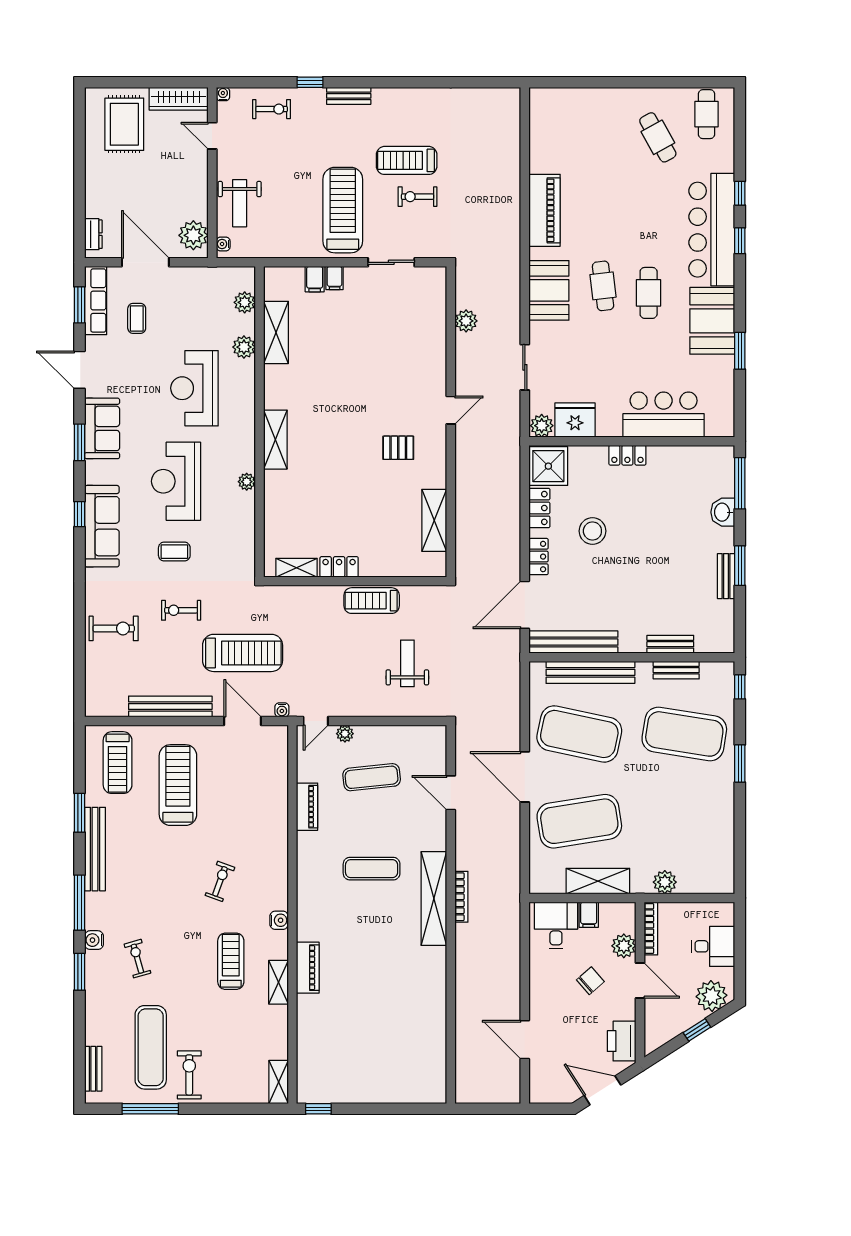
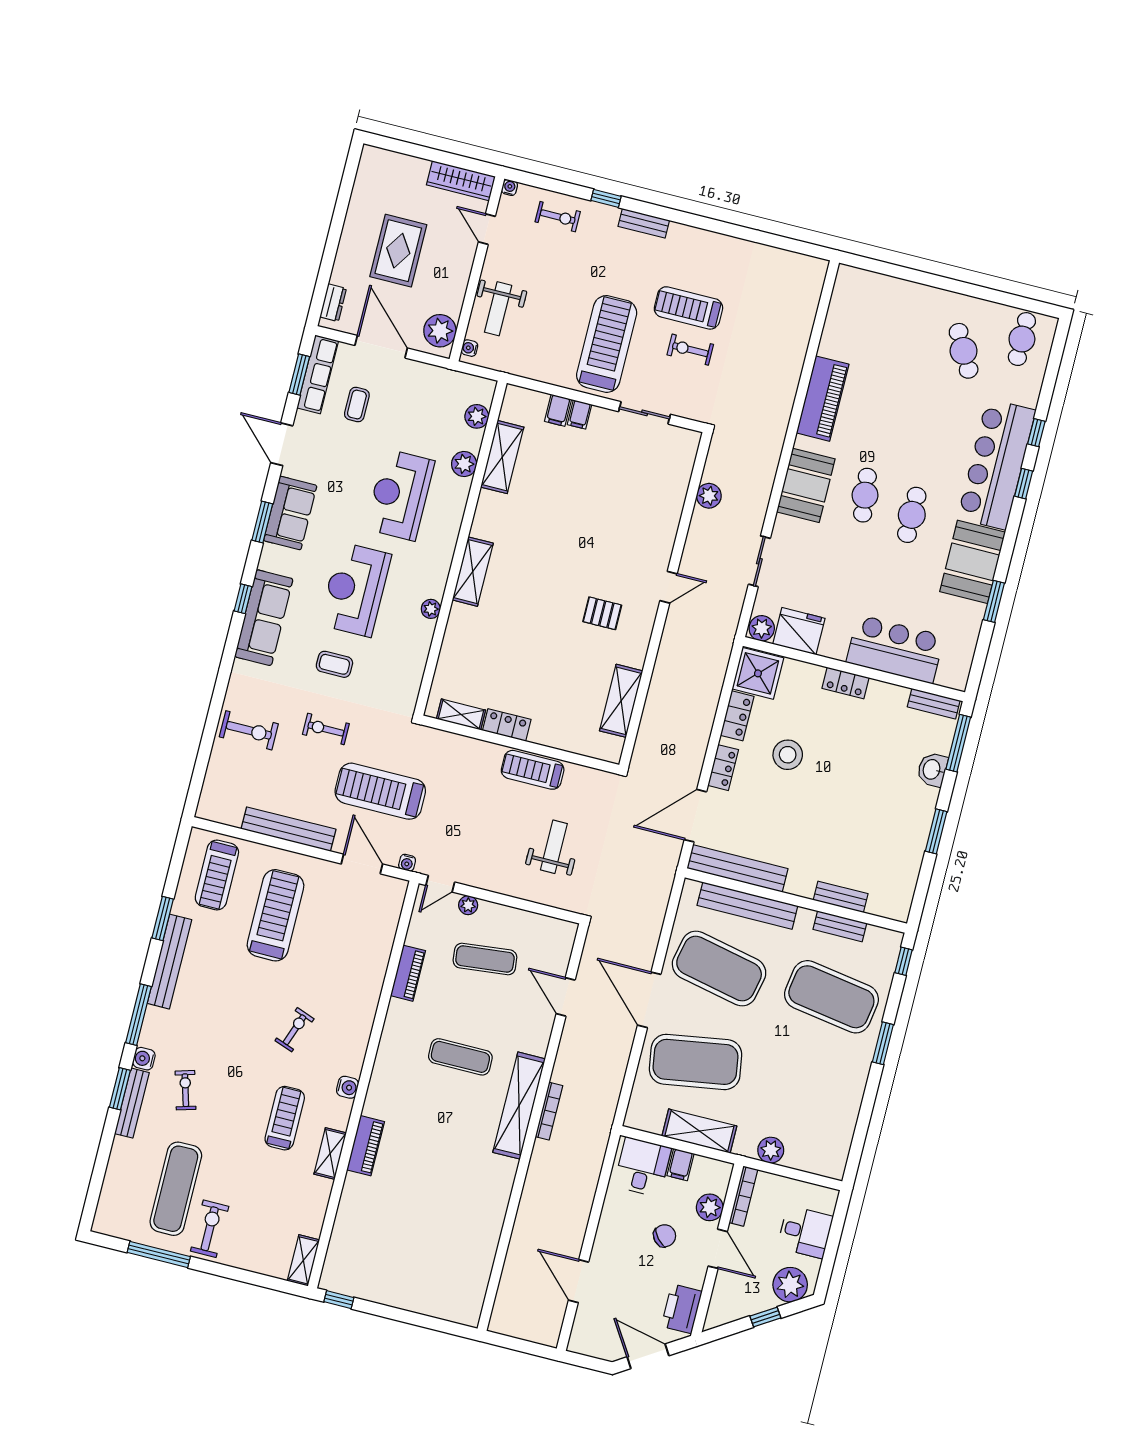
rug: (124, 124) -> (398, 251), moved
bench: (726, 576) -> (934, 704), moved, turned 90
treadmill: (243, 653) -> (380, 791), turned 180
bench: (93, 1069) -> (132, 1103), moved, width x1.36

